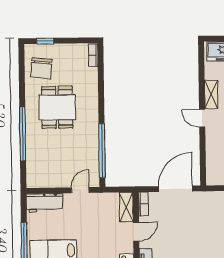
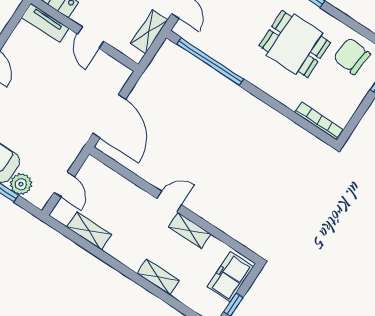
bookcase: (93, 55) -> (319, 121), width x1.56
bookcase: (143, 204) -> (117, 68), removed
shelving: (126, 207) -> (149, 32), moved, turned 90

